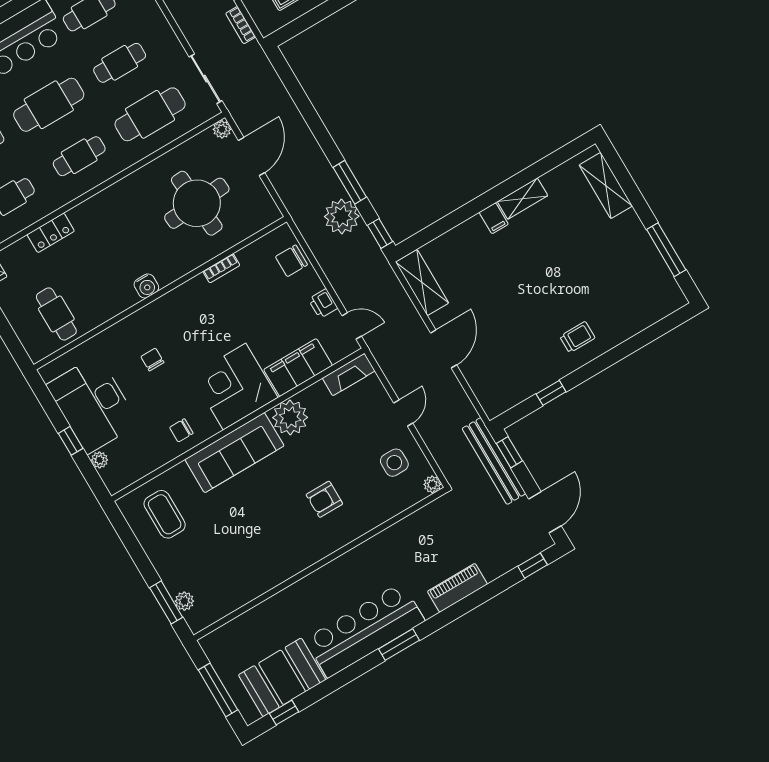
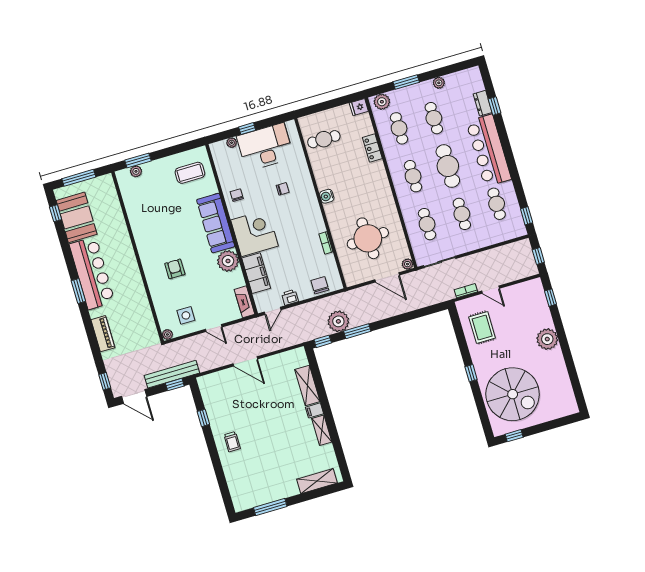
cafe table: (150, 114) -> (427, 224), width x0.73, depth x0.74
shelving: (422, 283) -> (307, 385), moved, turned 90

